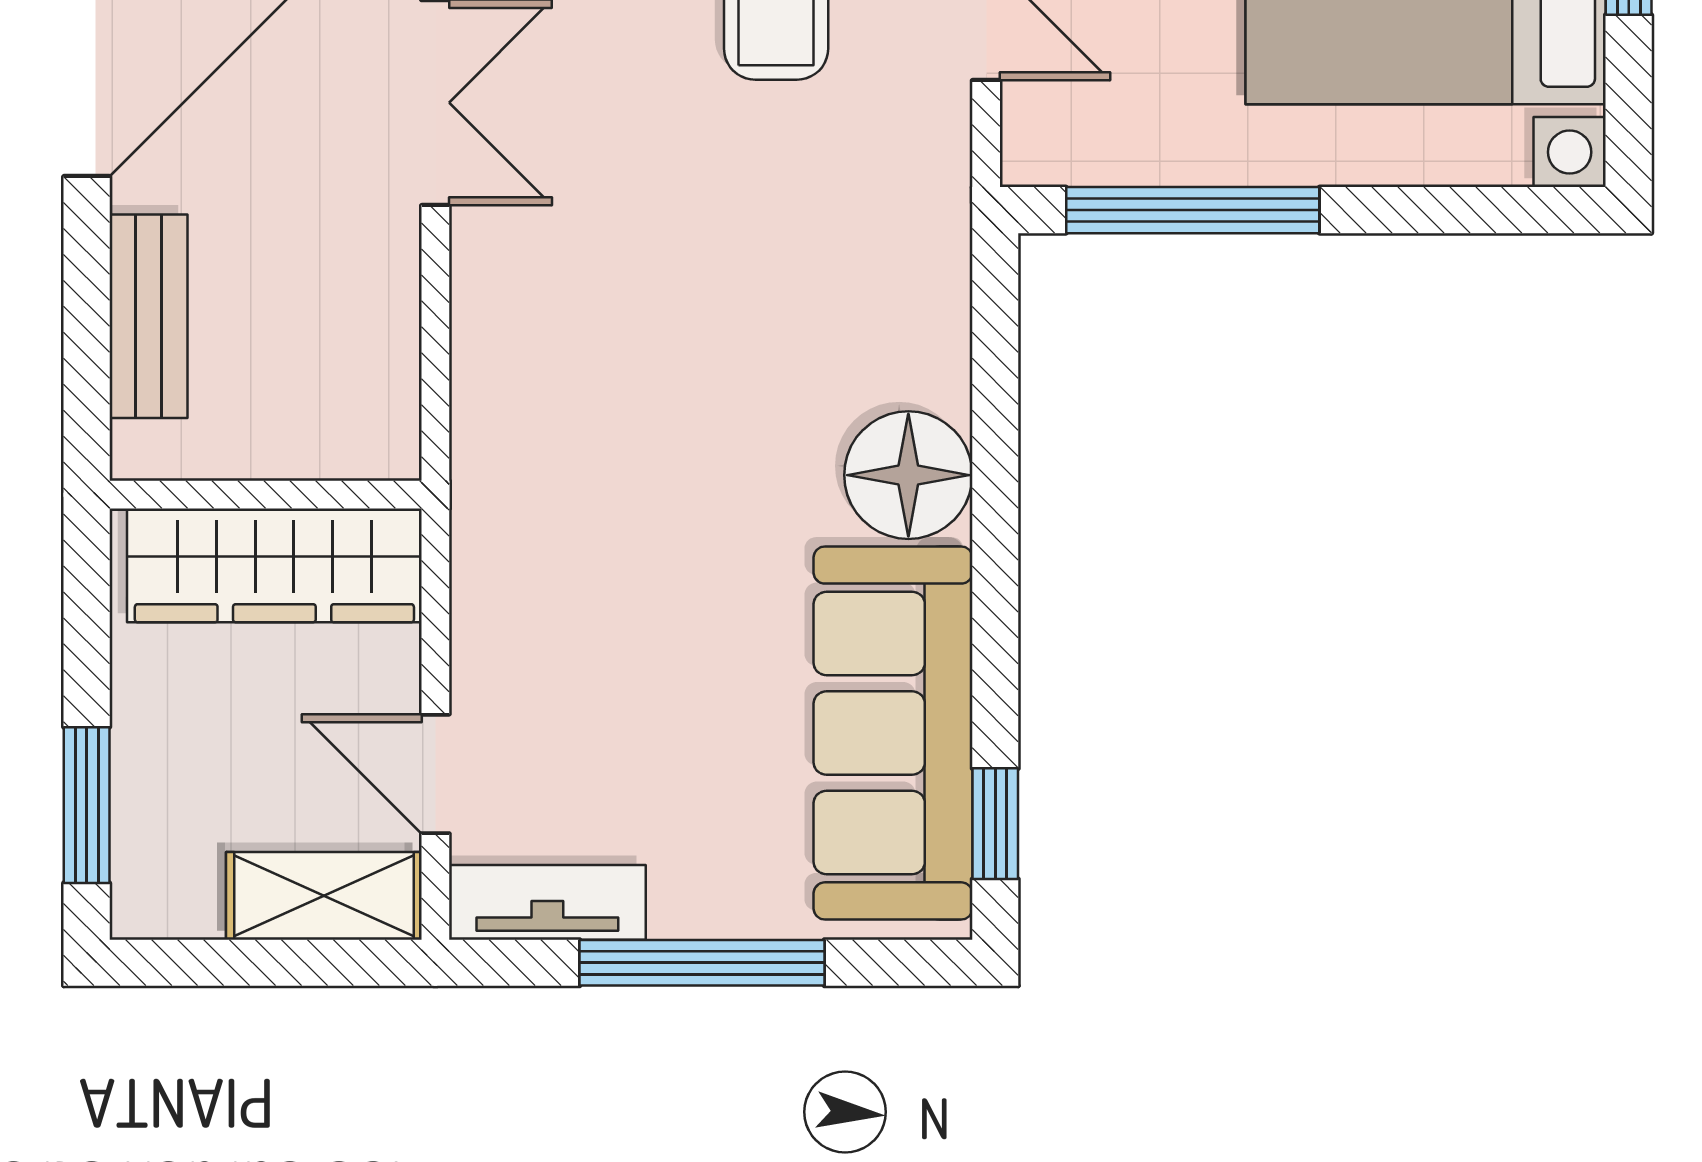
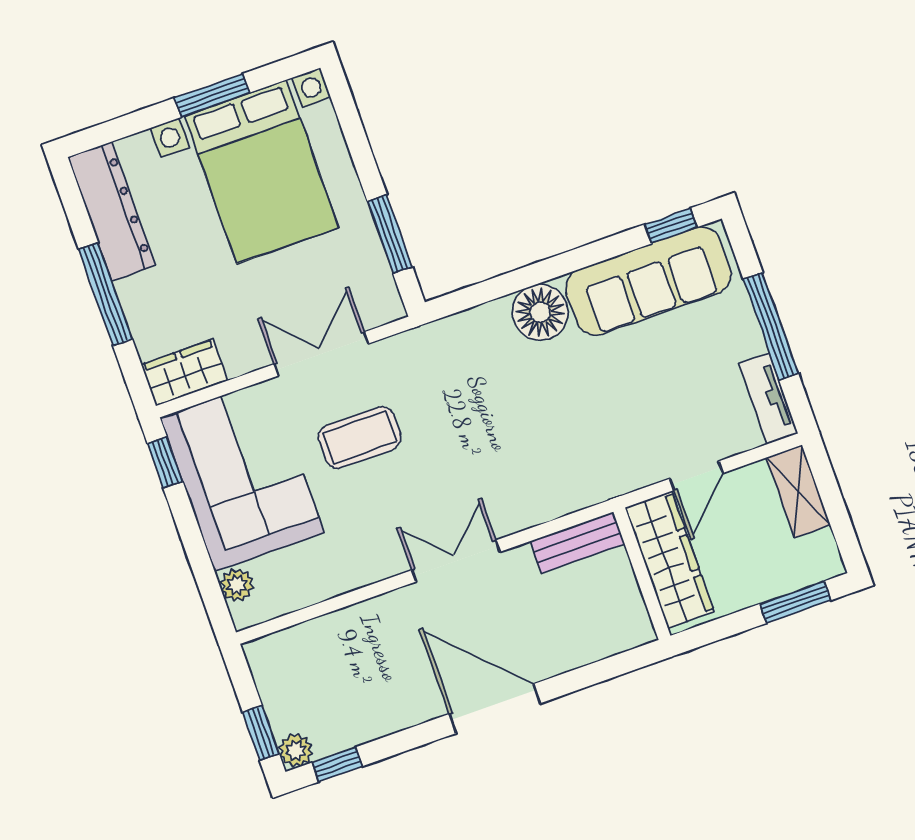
window: (1193, 210) -> (390, 234), width x0.69
bench: (148, 316) -> (577, 542), moved
door: (435, 774) -> (696, 476), moved

